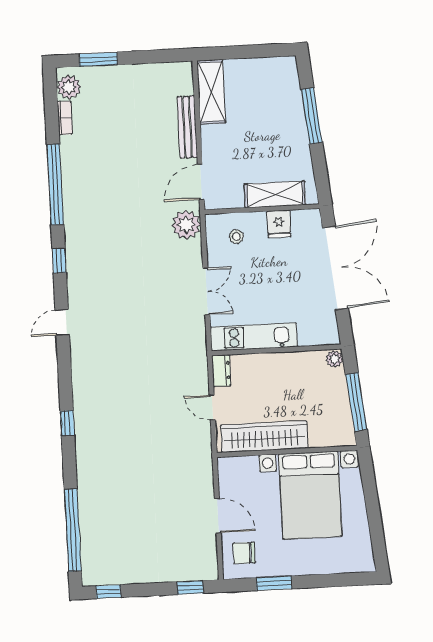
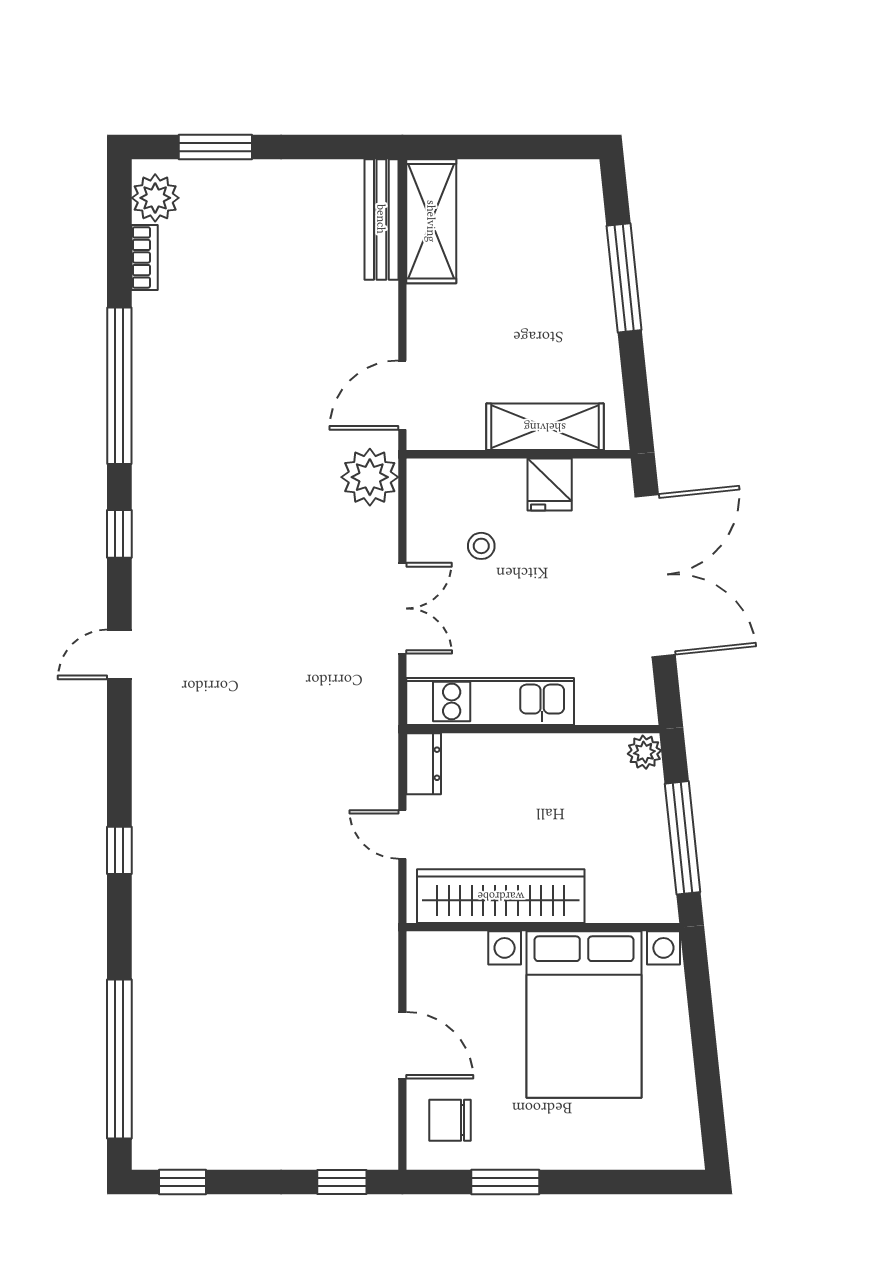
bench: (187, 127) -> (381, 219), moved
stool: (236, 237) -> (481, 546), moved

